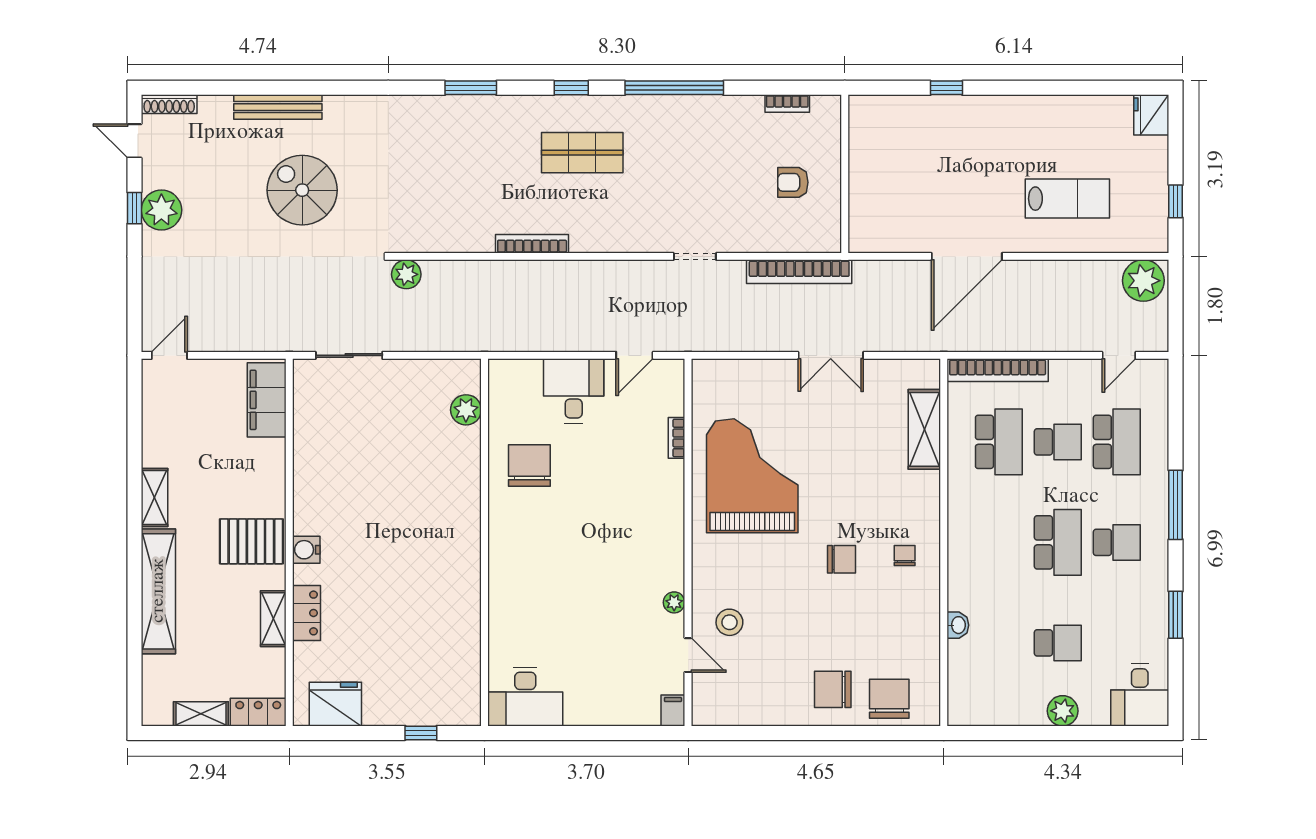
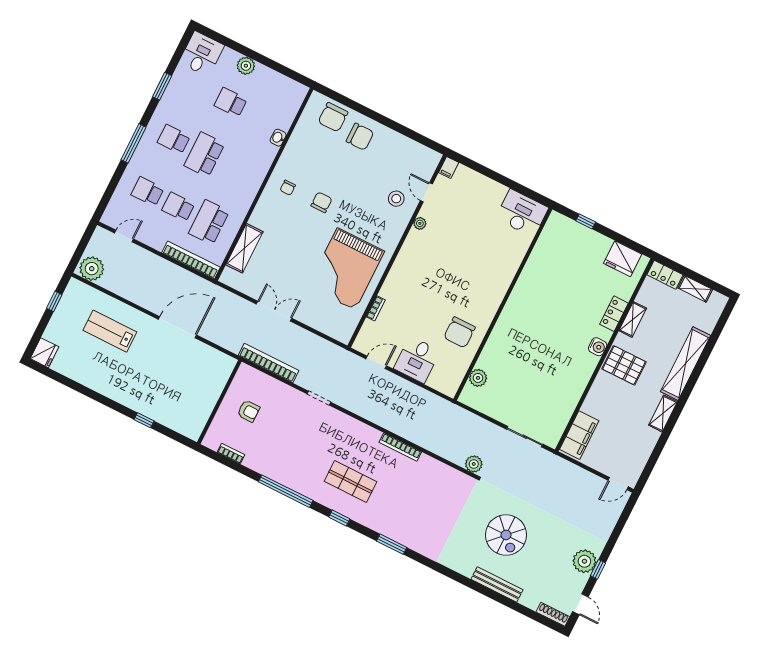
school desk: (1117, 442) -> (148, 192), width x0.54
chair: (841, 559) -> (321, 202), turned 90

